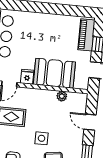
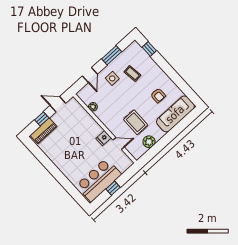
booth: (54, 73) -> (85, 125), removed
side table: (41, 138) -> (112, 78), moved

